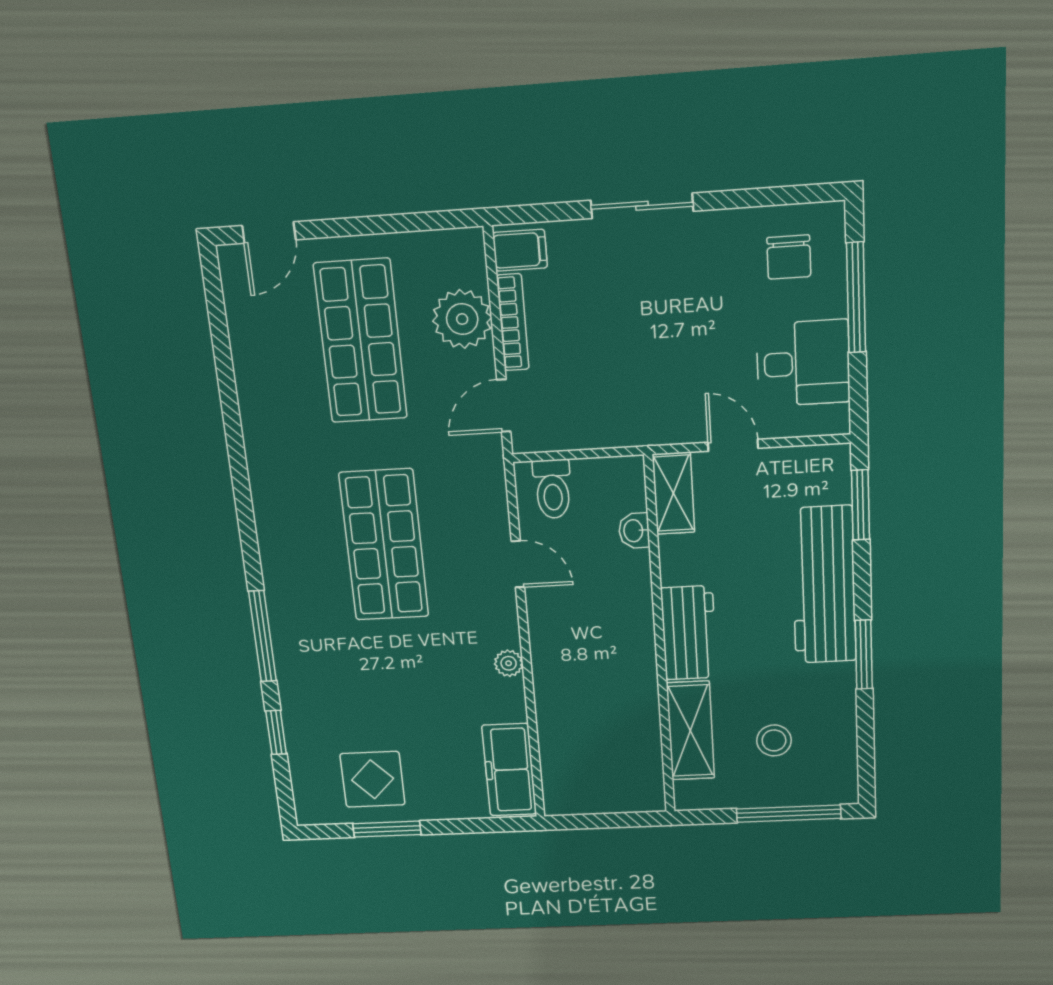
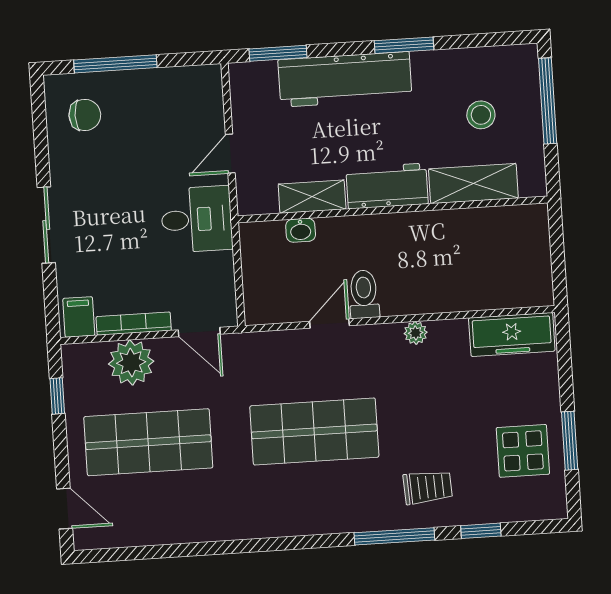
window: (415, 222) -> (57, 396), added
desk: (803, 363) -> (197, 219), moved, turned 90
toilet: (553, 489) -> (364, 294), moved, turned -90
shelving: (673, 493) -> (312, 197), moved
trolley: (324, 675) -> (428, 487), added

